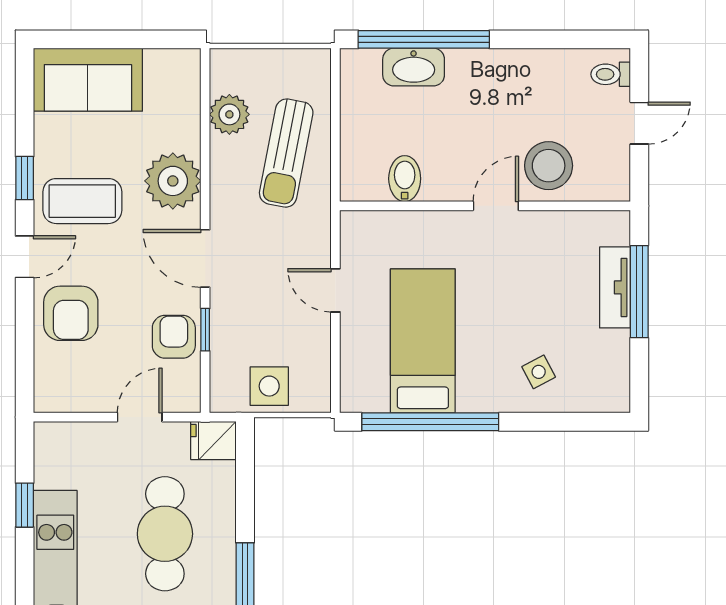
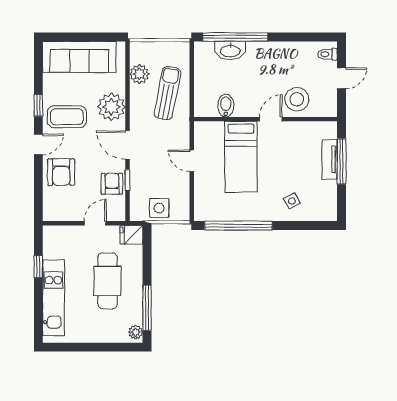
sofa: (88, 80) -> (79, 57), width x1.36
sun lounger: (286, 153) -> (167, 93), turned 180
bed: (423, 341) -> (241, 157), moved, turned 180

